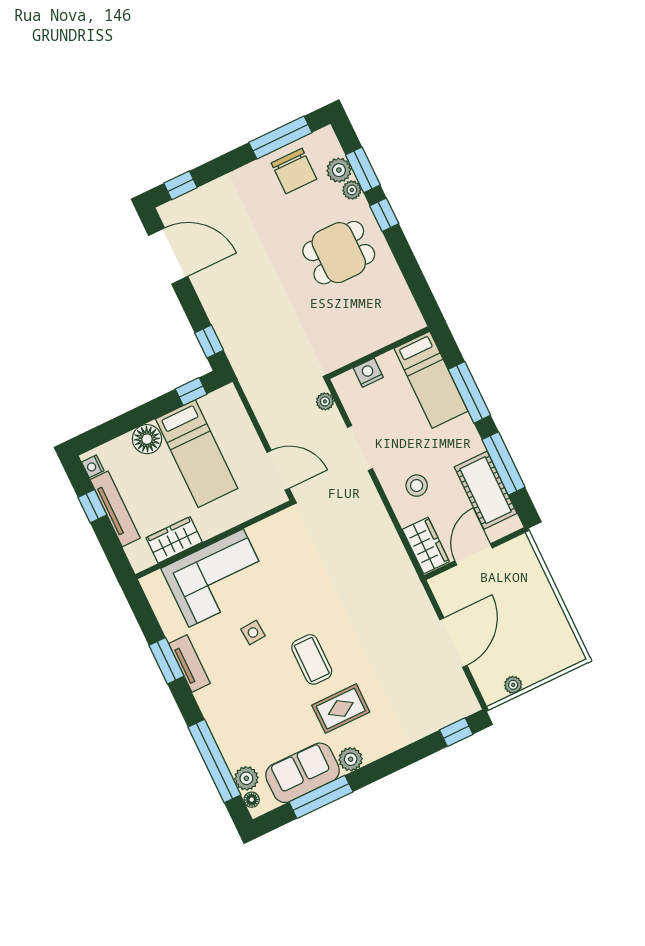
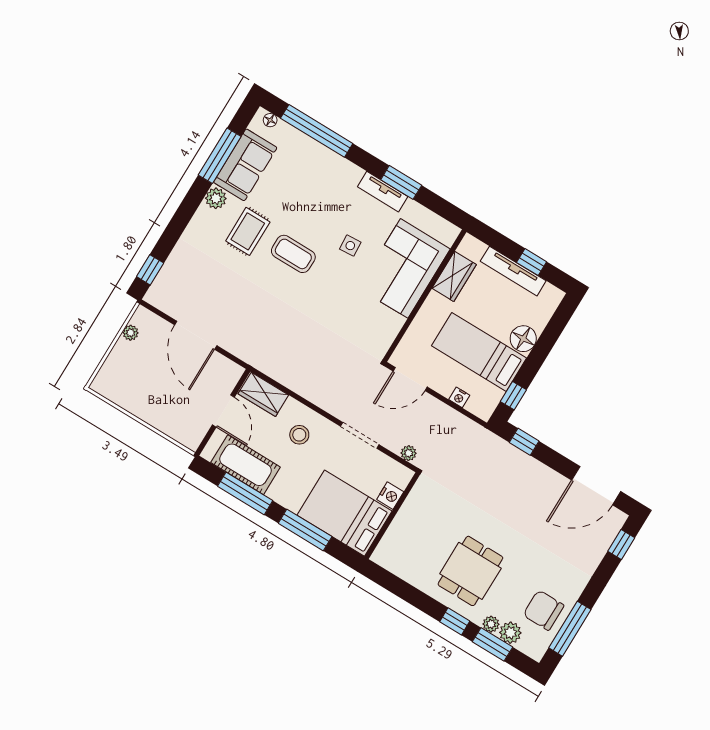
bed: (431, 380) -> (344, 513), width x1.50
nightstand: (93, 466) -> (459, 397), moved, turned 180
plant: (246, 778) -> (284, 133), removed

